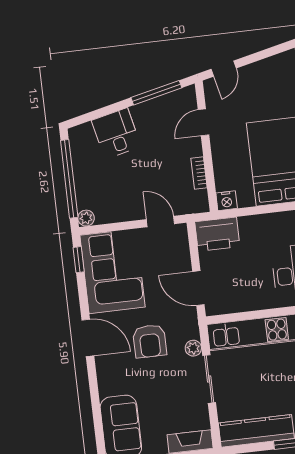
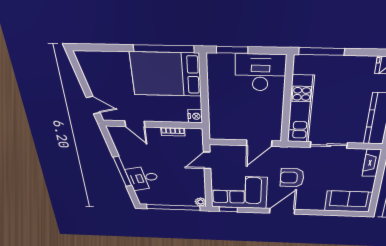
window: (156, 93) -> (122, 172), moved
printer: (217, 234) -> (220, 126), removed
armchair: (150, 341) -> (292, 178), turned 180
plant: (193, 348) -> (303, 152), removed

